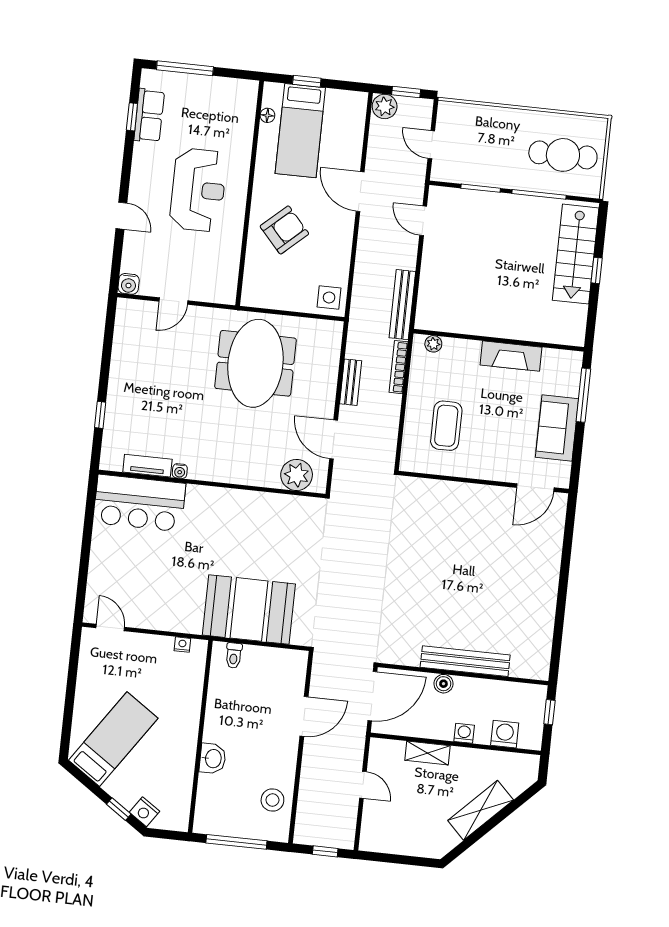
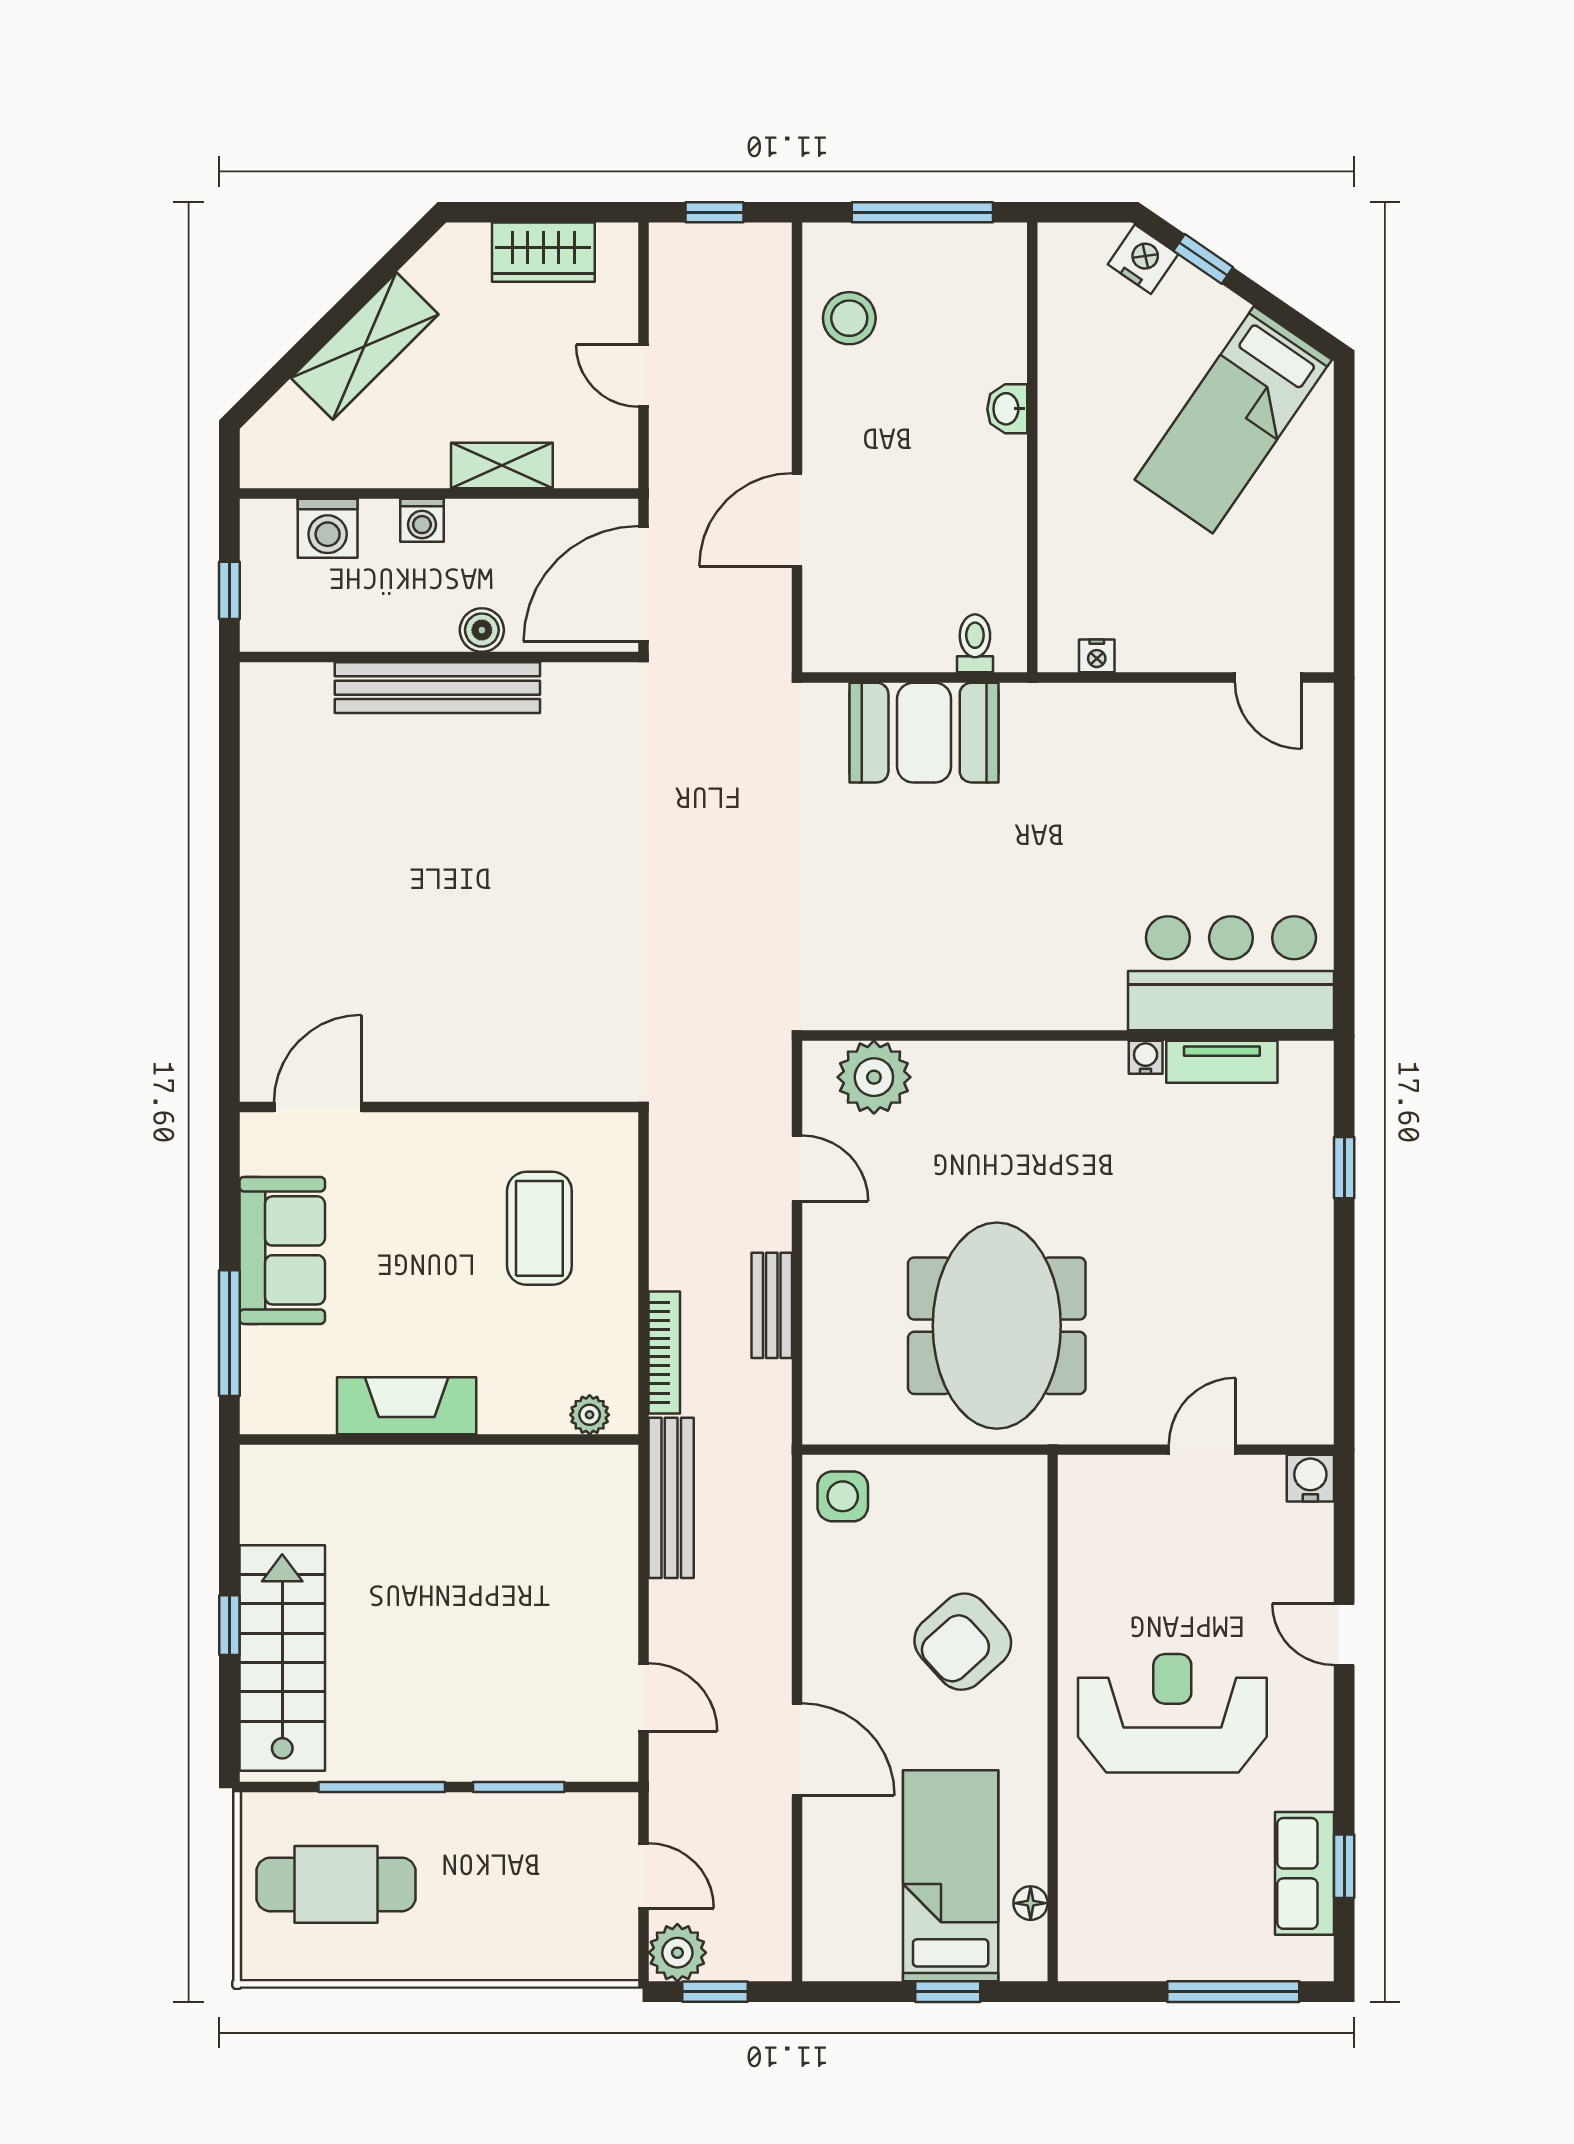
plant: (385, 106) -> (677, 1953), moved
reception desk: (198, 190) -> (1172, 1713), turned 90
door: (334, 440) -> (797, 1168), width x0.73
booth: (249, 609) -> (924, 733), width x0.73, depth x0.70
washbasin: (213, 759) -> (1007, 409), width x0.72, depth x0.69
wardrobe: (400, 842) -> (543, 252), added

